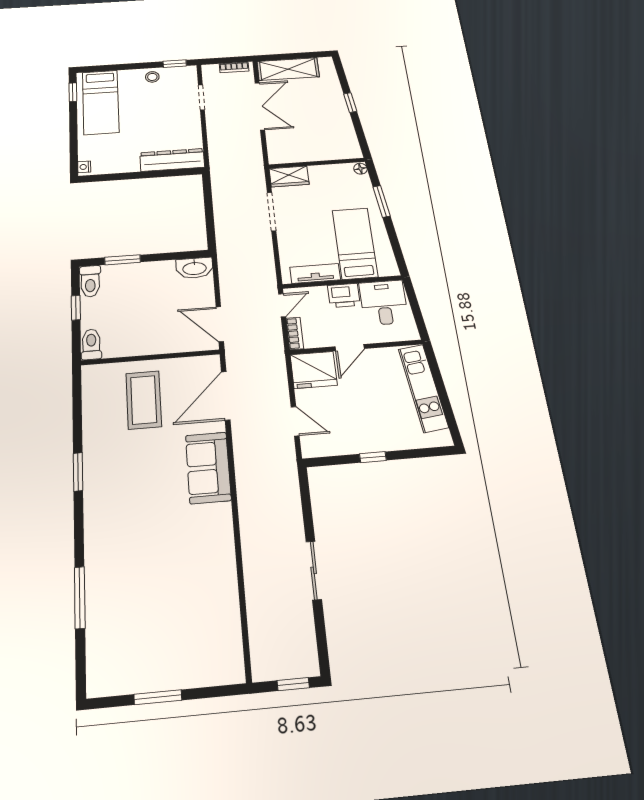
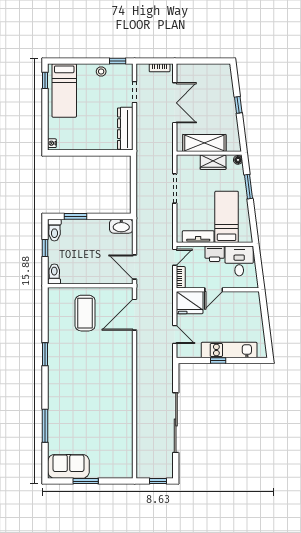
shelving: (288, 69) -> (204, 143), moved
dresser: (172, 160) -> (125, 129), moved, turned -90
wardrobe: (289, 176) -> (213, 162), moved
kitchen unit: (423, 388) -> (229, 350), moved, turned 97
sofa: (208, 468) -> (68, 466), moved, turned 90
sliding door: (314, 570) -> (176, 423), width x1.86

